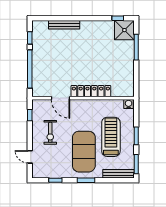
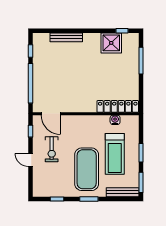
shower: (124, 30) -> (111, 43), moved
locker: (91, 91) -> (118, 106), moved
door: (61, 98) -> (51, 114), moved
water cooler: (129, 104) -> (115, 120), moved
treadmill: (111, 137) -> (115, 154), turned 180
door: (30, 157) -> (30, 160), moved

